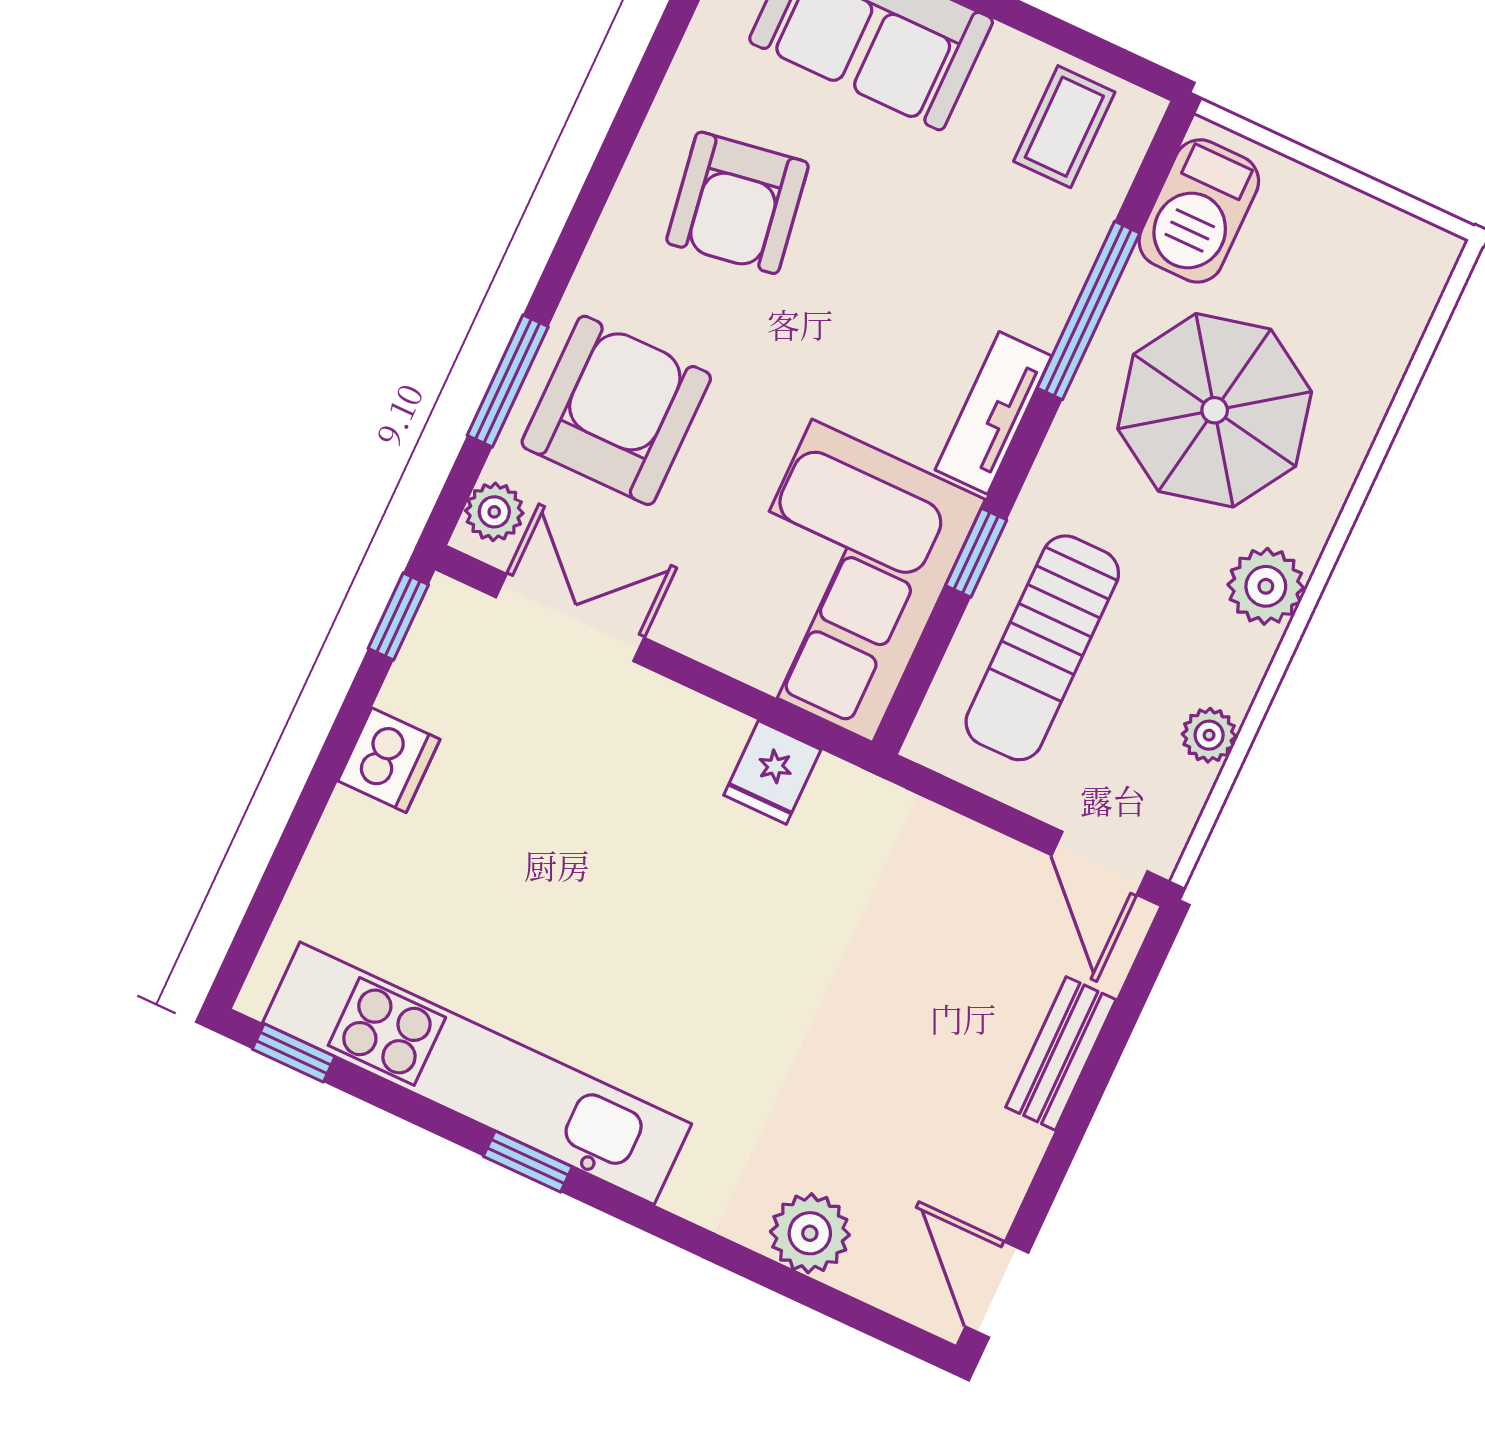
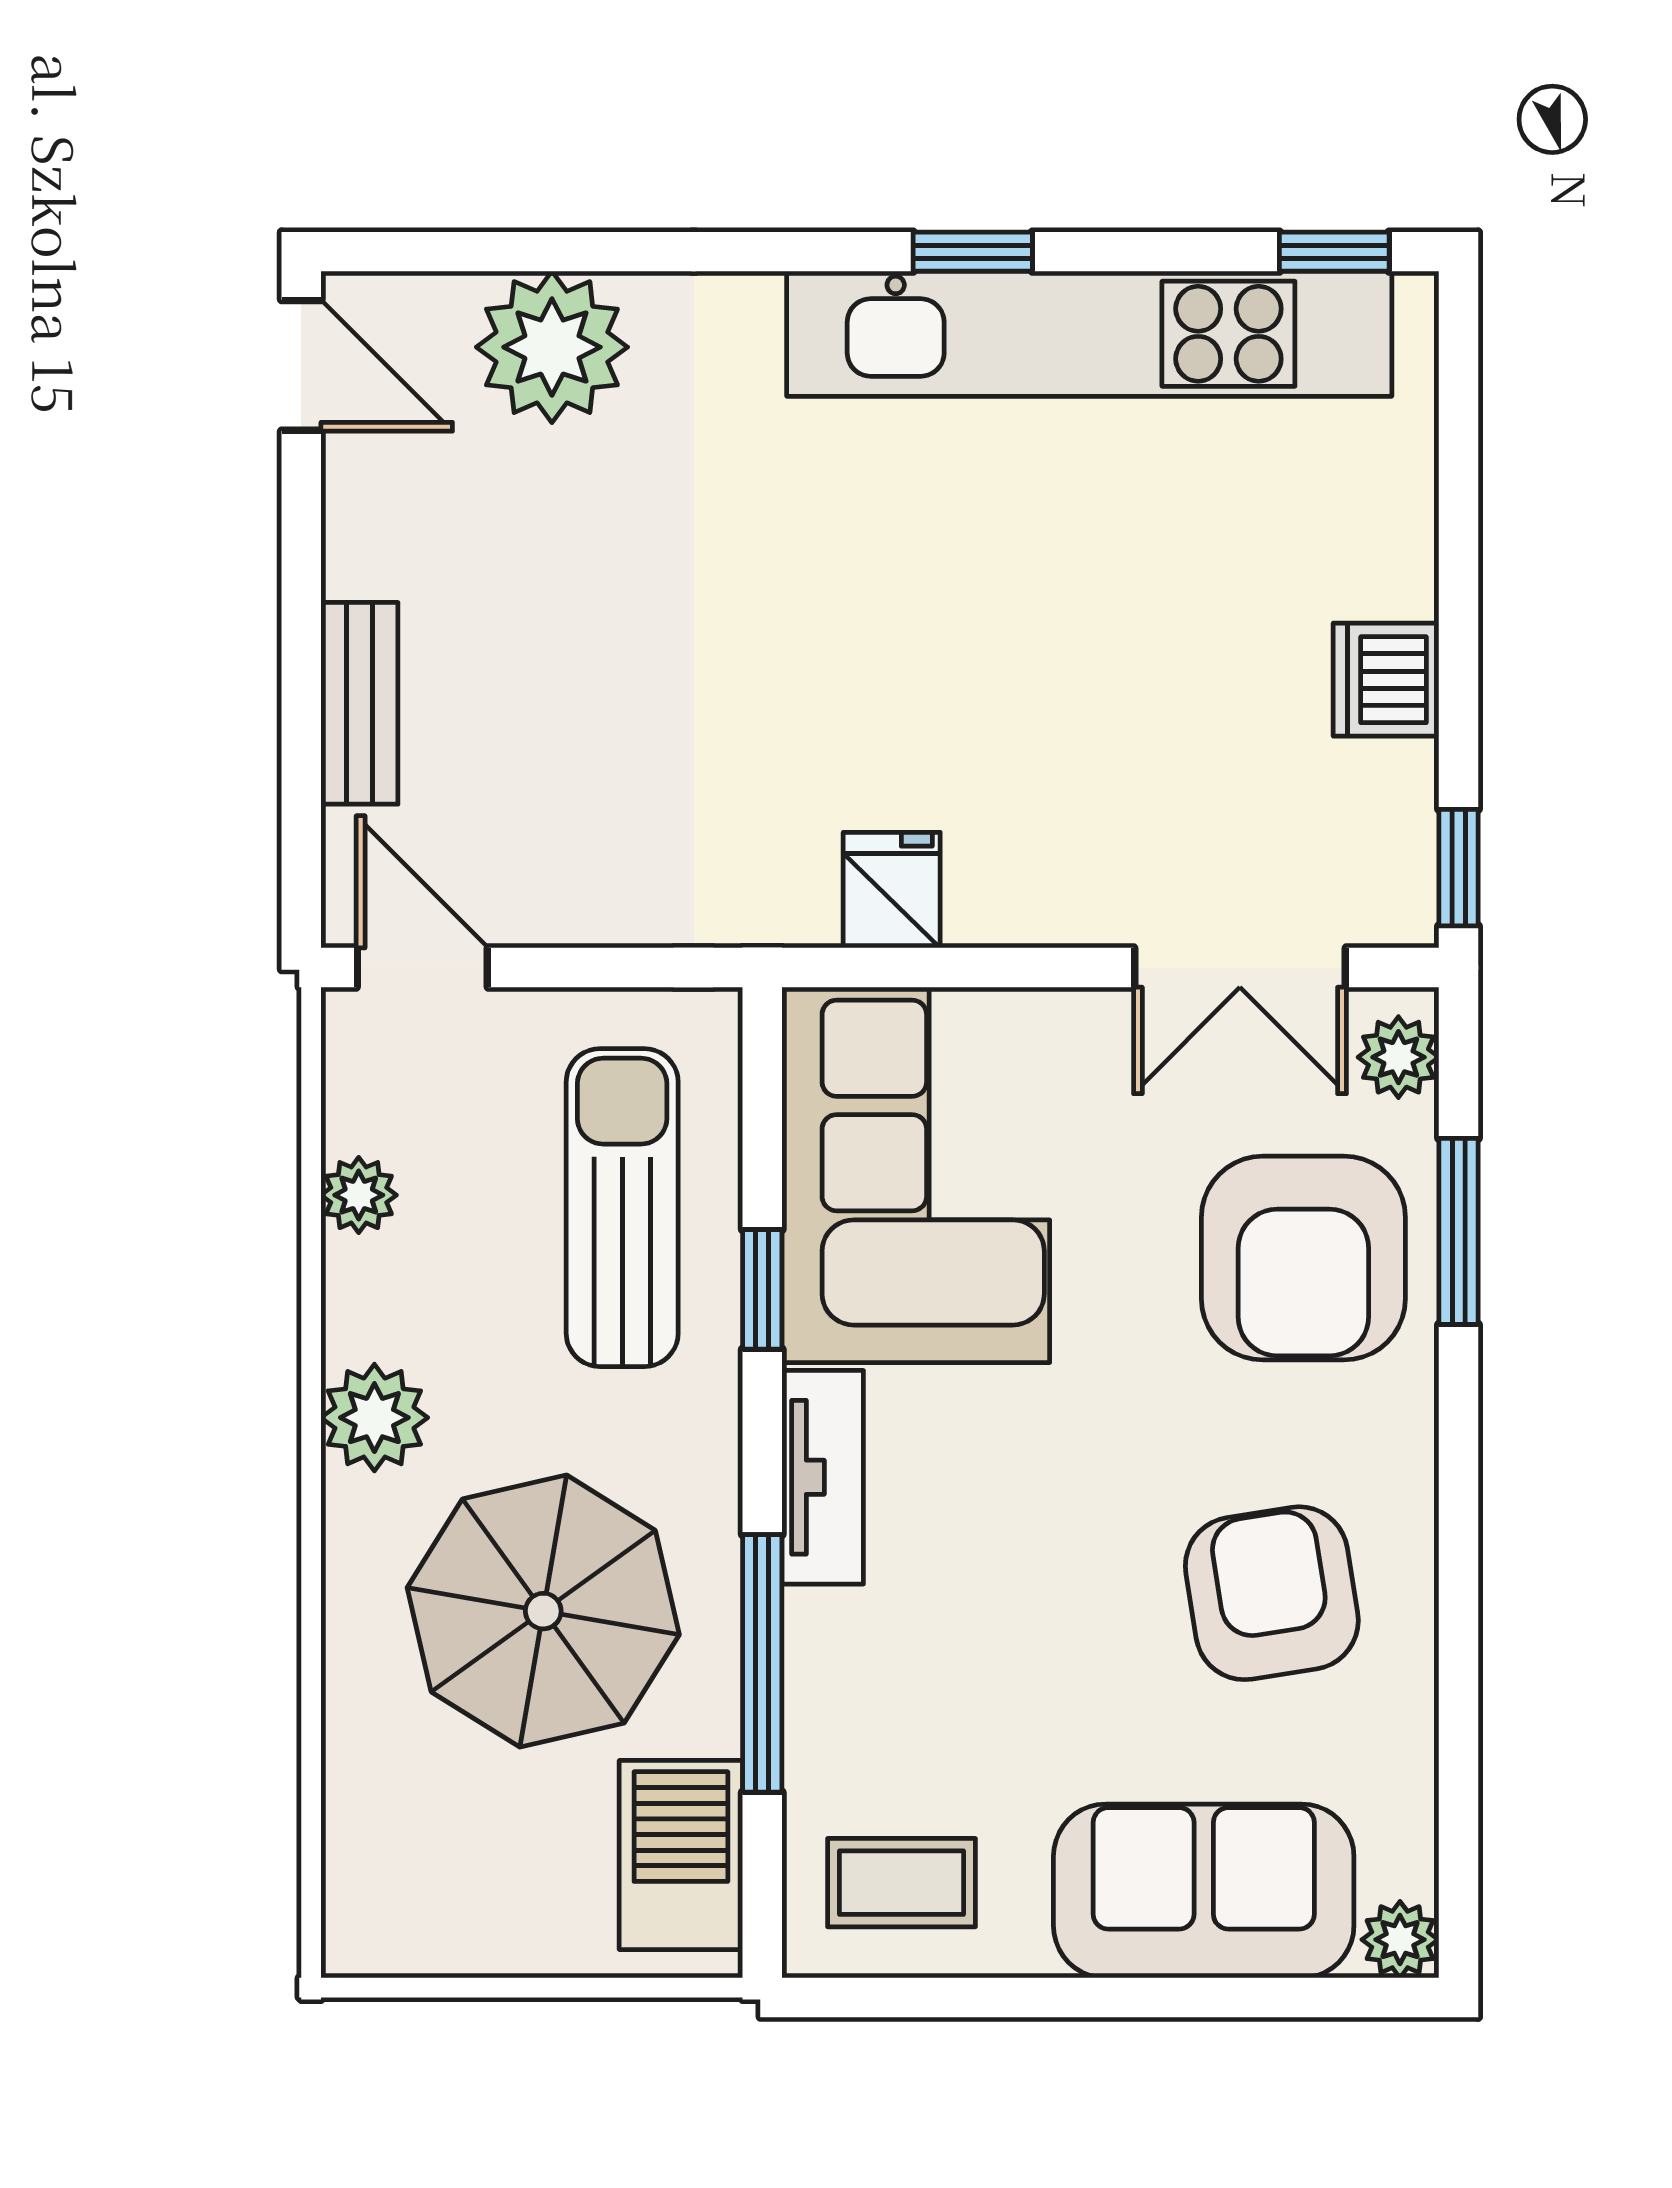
coffee table: (1064, 127) -> (901, 1883), turned 90
plant: (810, 1233) -> (552, 347), width x1.36, depth x1.36

